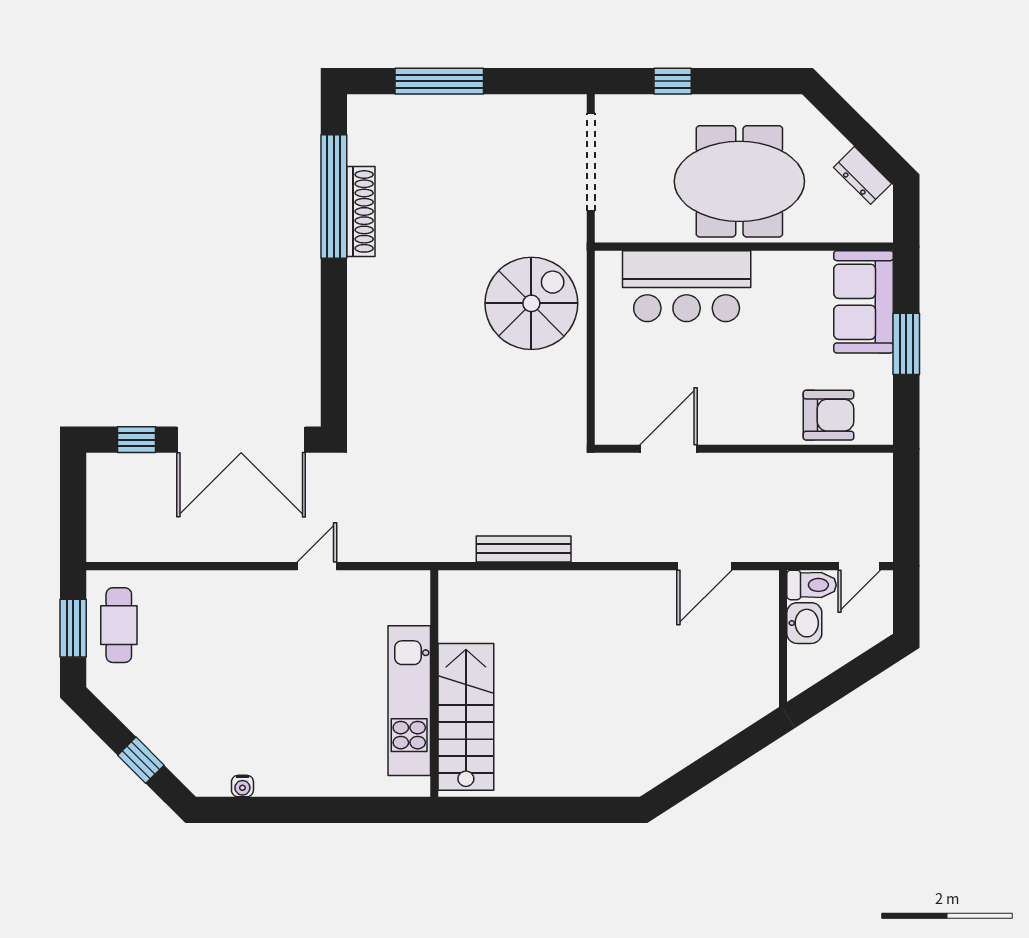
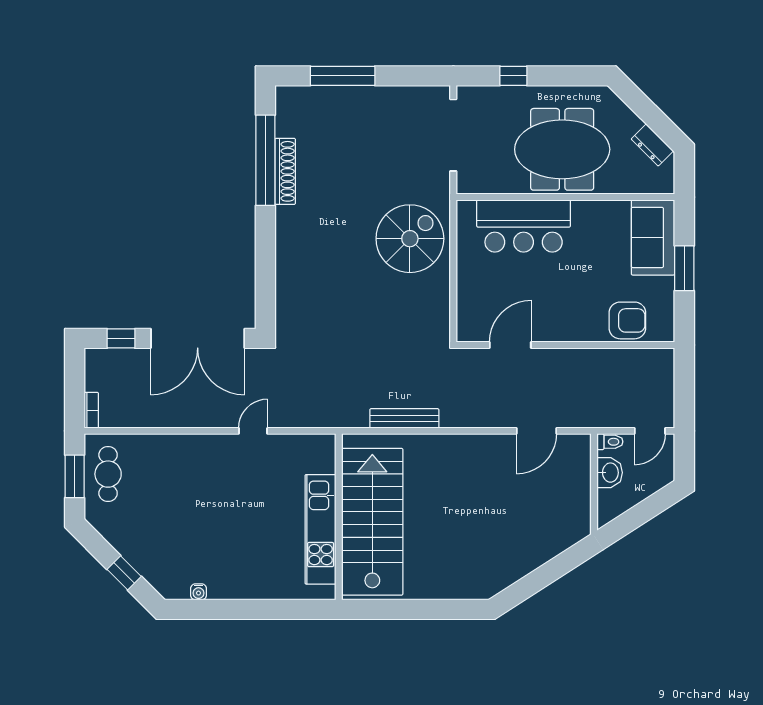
bookcase: (96, 538) -> (91, 410), added
toilet: (812, 585) -> (610, 442), width x0.73, depth x0.72
stairs: (466, 717) -> (372, 522), width x1.36, depth x1.51

